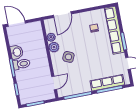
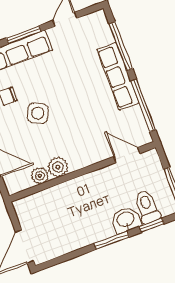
washbasin: (17, 52) -> (126, 220), moved
side table: (68, 57) -> (38, 113), moved
toilet: (21, 64) -> (147, 207), moved
row of seats: (107, 83) -> (118, 76), moved

